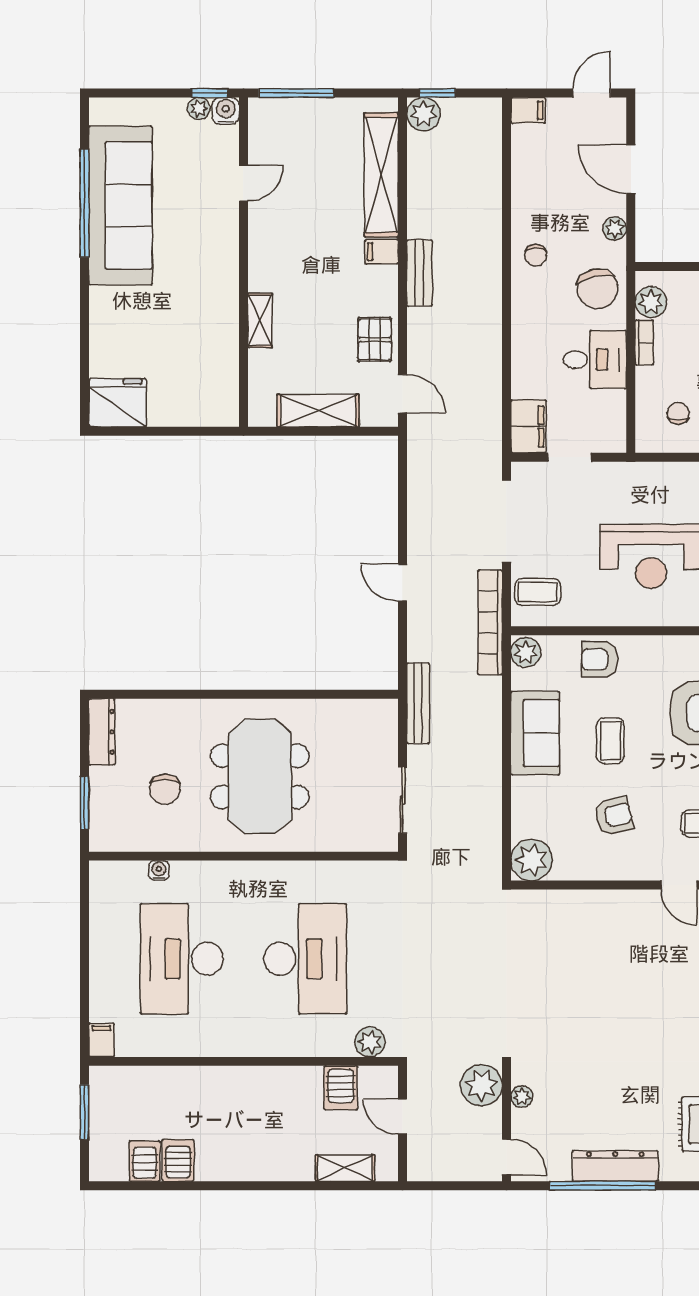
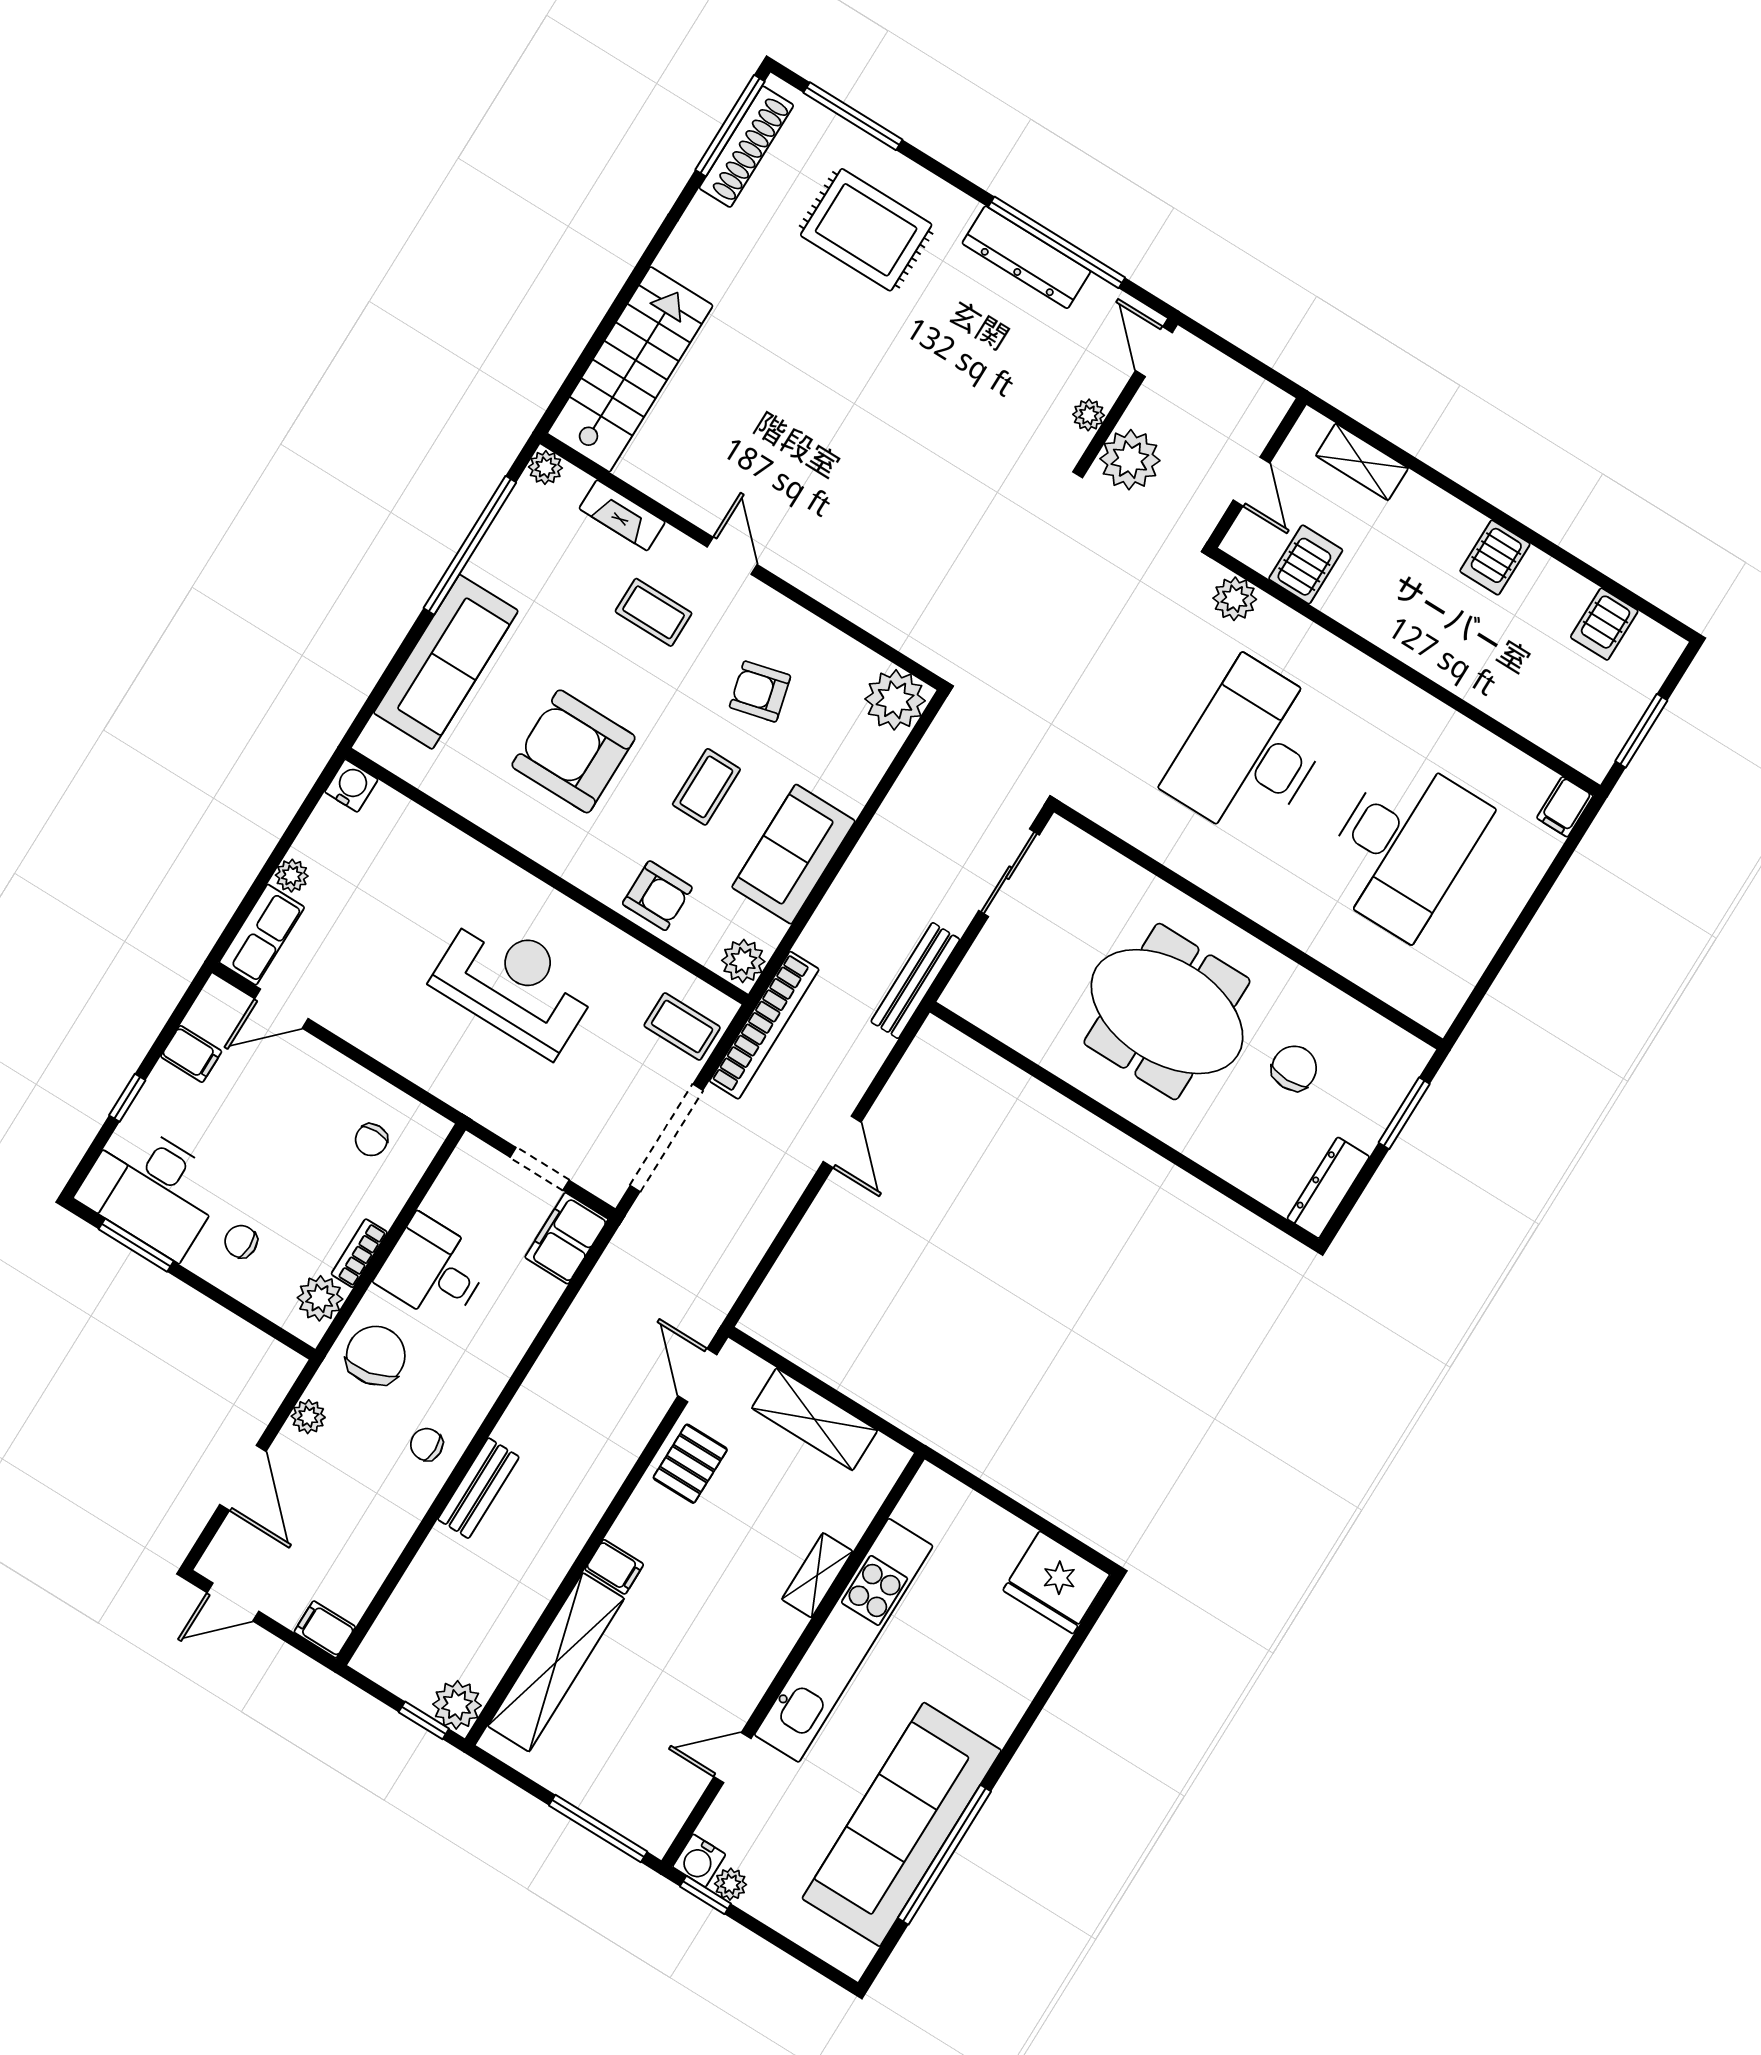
chair: (536, 255) -> (427, 1444), turned -90
bench: (419, 273) -> (478, 1488), moved
kitchen unit: (221, 292) -> (844, 1640), added
meeting table: (260, 776) -> (1167, 1012), turned 90
water cooler: (159, 870) -> (1364, 973), removed
server rack: (178, 1160) -> (1495, 558), moved

